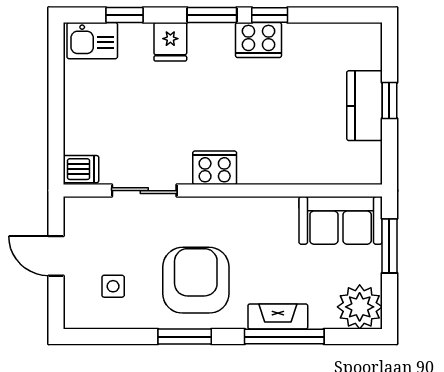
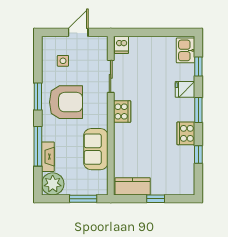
window: (270, 15) -> (198, 155), moved
kitchen counter: (364, 106) -> (133, 186), moved
sofa: (341, 220) -> (96, 149), moved
fireplace: (278, 317) -> (48, 157), moved

